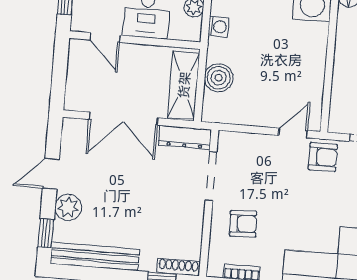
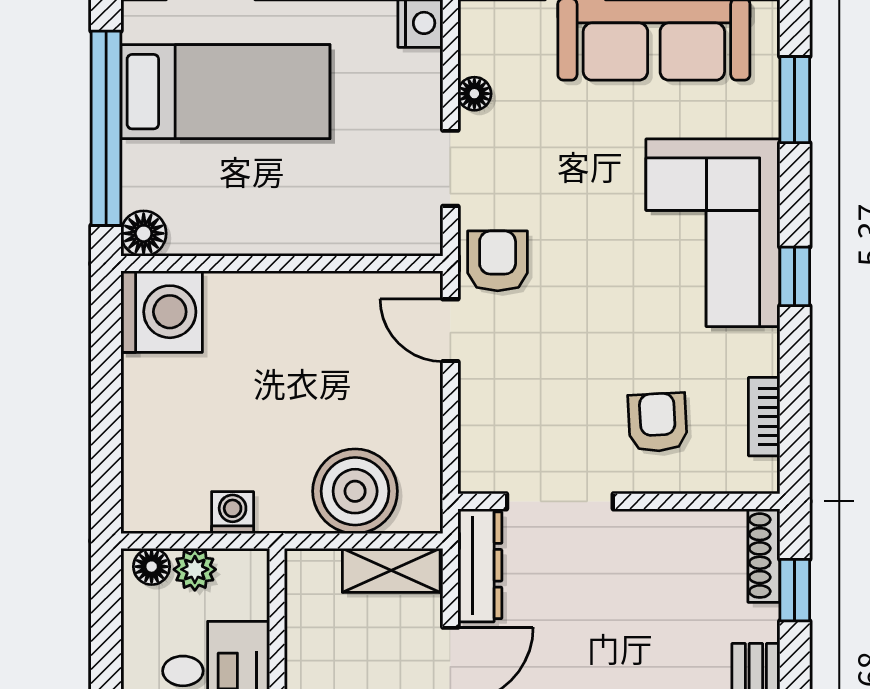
boiler: (219, 78) -> (355, 491), width x1.37, depth x1.37
shelving: (184, 85) -> (391, 570), width x0.67, depth x0.75

